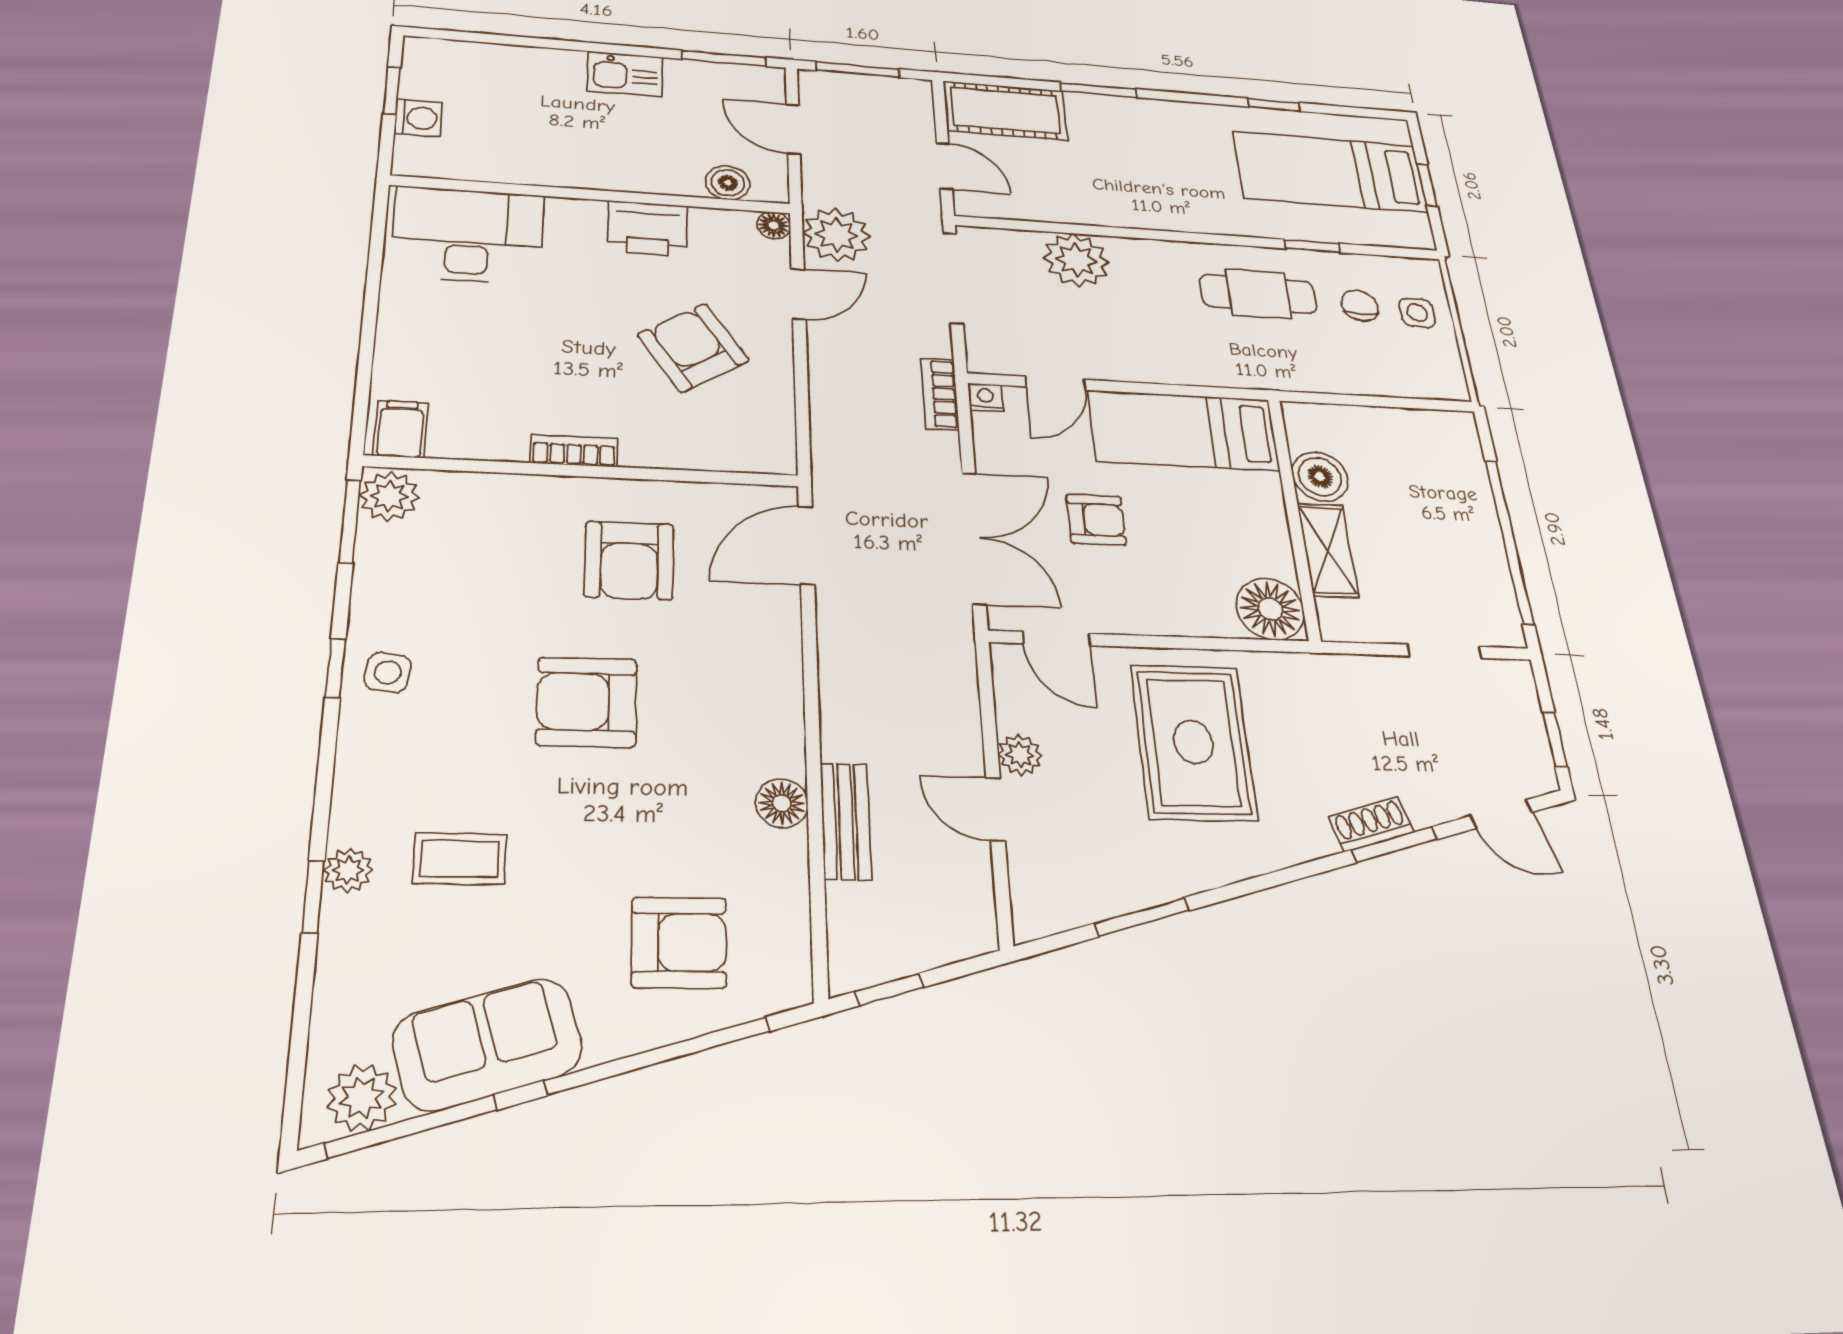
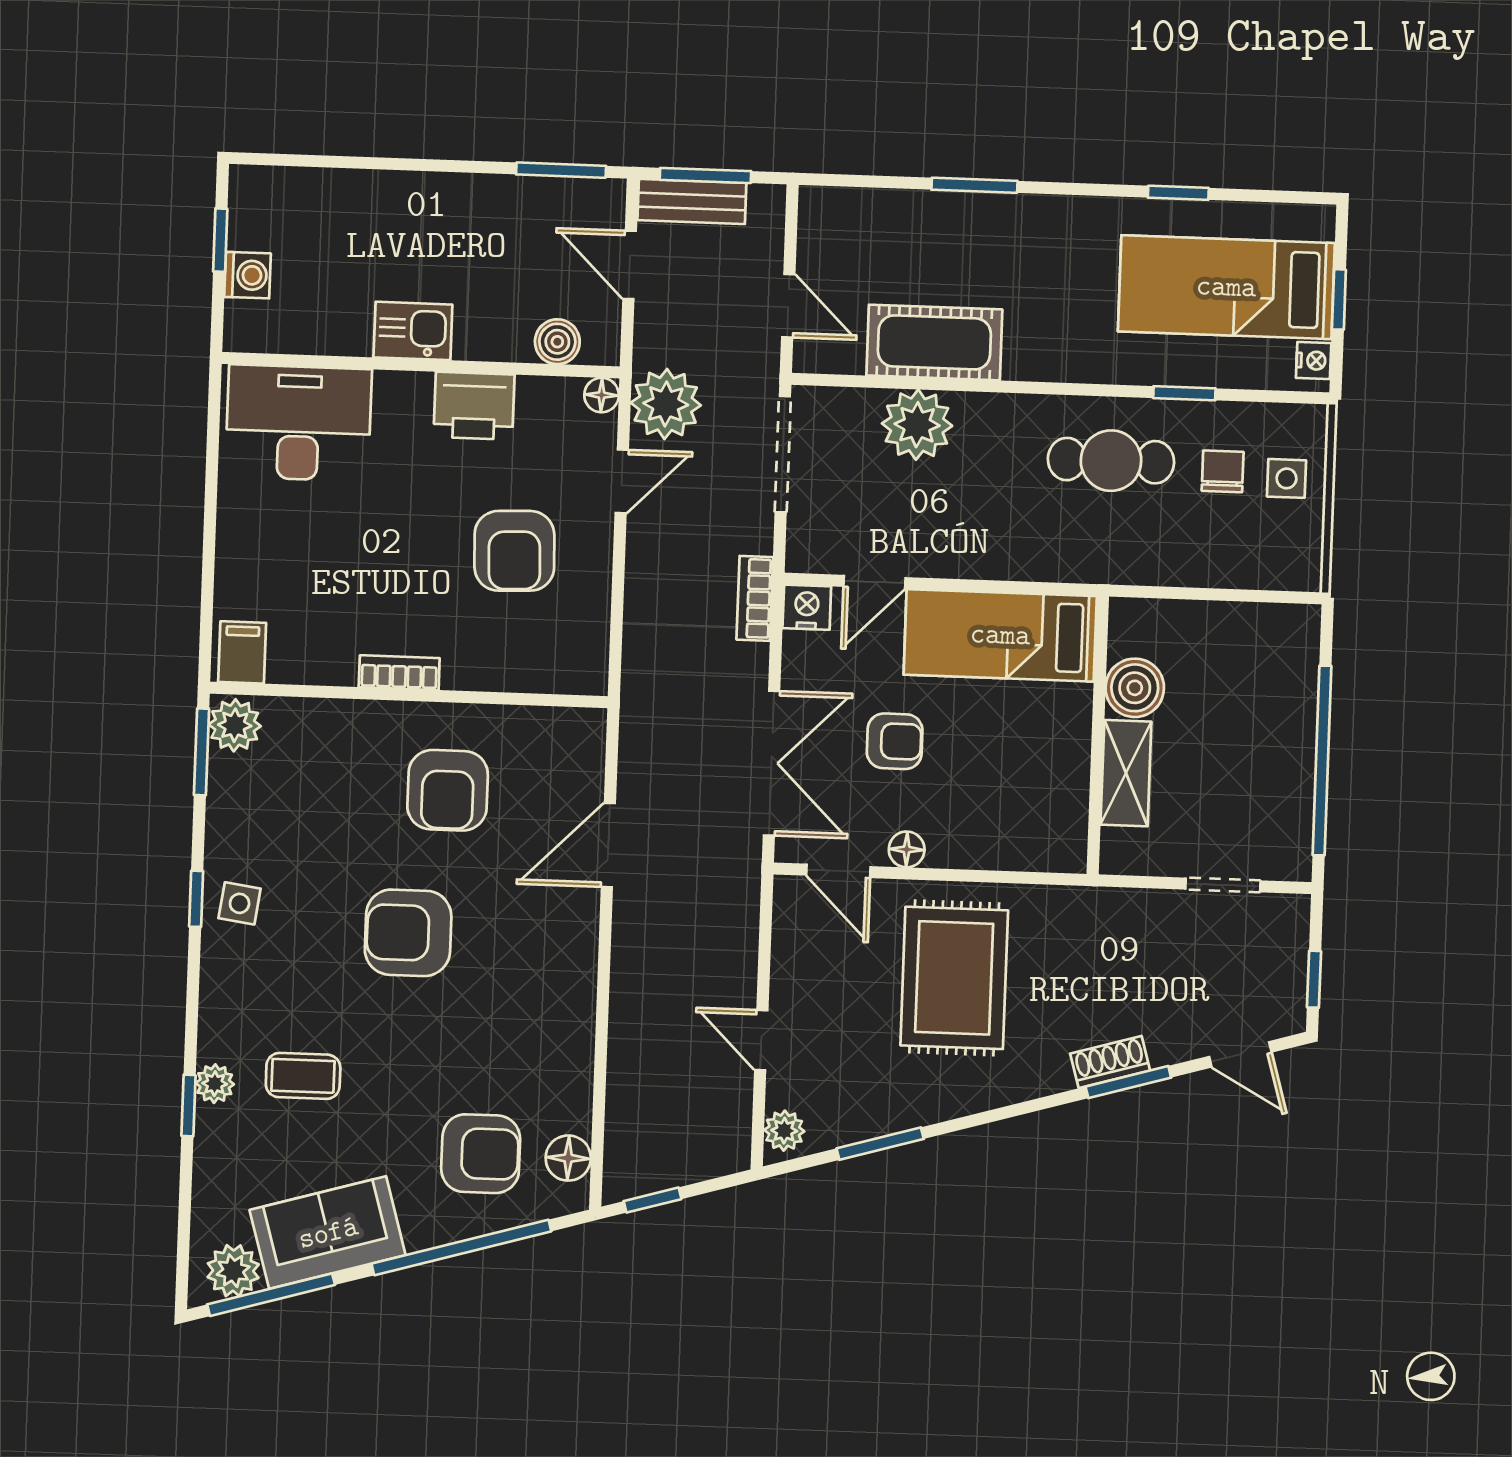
kitchen sink: (625, 74) -> (413, 331), moved, turned 180
cot: (1005, 110) -> (934, 342), moved
nightstand: (1418, 227) -> (1314, 361), added
armchair: (693, 348) -> (514, 551), turned -149
nightstand: (985, 397) -> (807, 607), width x1.39, depth x1.35
door: (806, 545) -> (608, 845), moved
floor lamp: (1270, 609) -> (907, 849), moved, width x0.53, depth x0.53
plant: (1020, 755) -> (784, 1131), moved
floor lamp: (782, 803) -> (568, 1158), moved
bench: (846, 821) -> (692, 202), moved, turned 90

